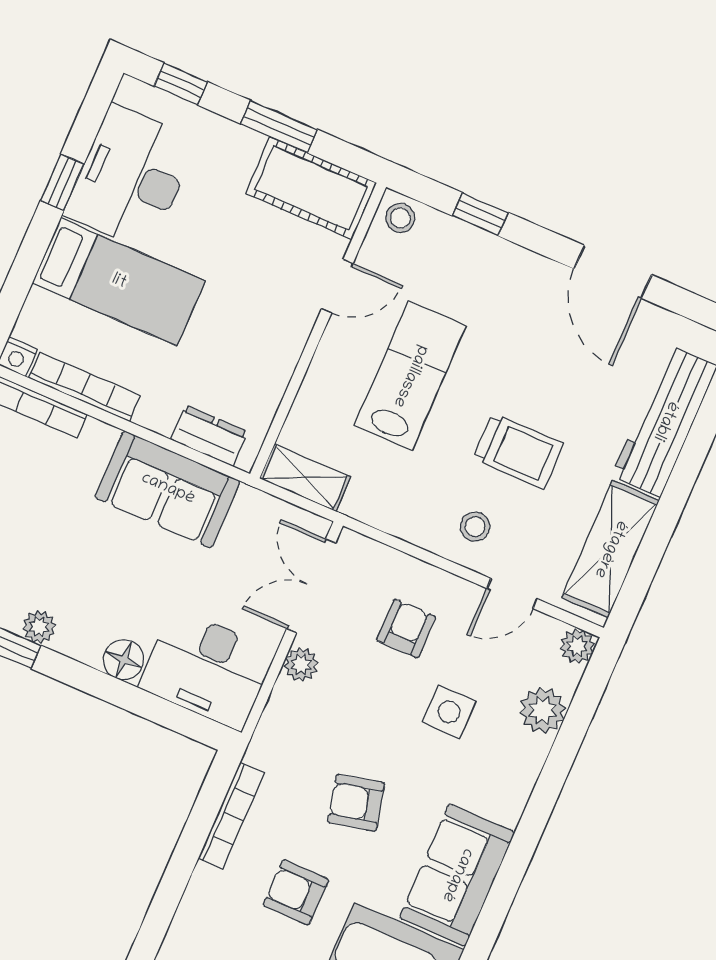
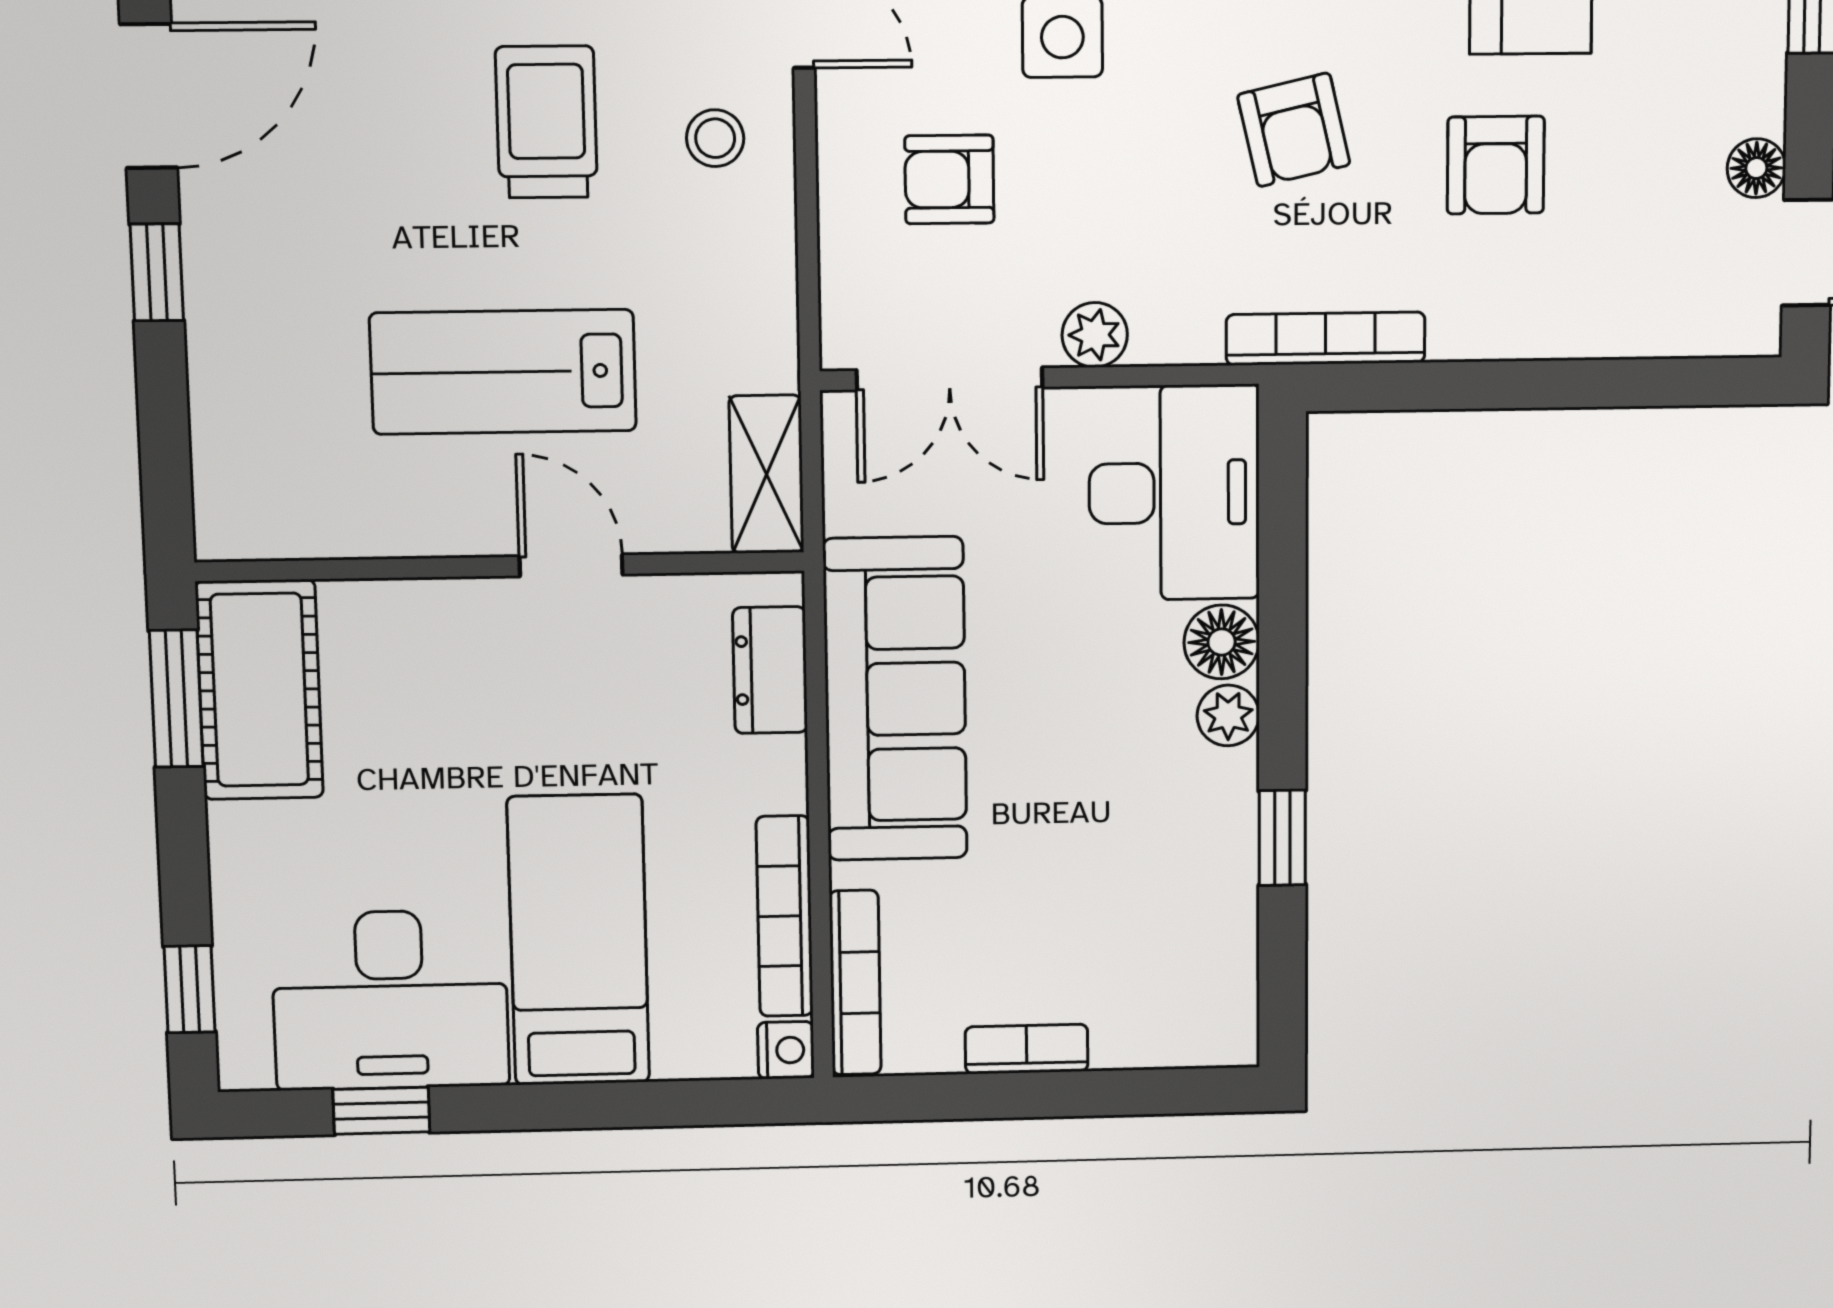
window: (279, 127) -> (176, 699), moved
window: (62, 182) -> (381, 1111), moved
window: (480, 214) -> (157, 272), moved
stool: (400, 218) -> (236, 513), removed
door: (337, 286) -> (571, 565), moved
sofa: (168, 489) -> (895, 699), width x1.36
plant: (39, 627) -> (1228, 715), moved
bookcase: (231, 816) -> (1326, 339), moved

